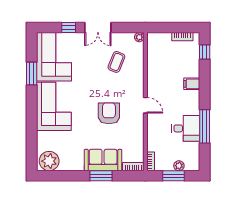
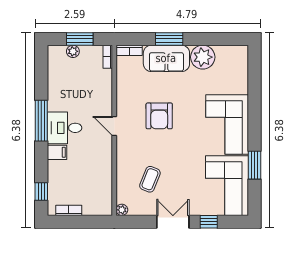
window: (205, 126) -> (41, 121), moved
desk: (186, 128) -> (65, 128), moved
plant: (49, 161) -> (203, 57), moved

